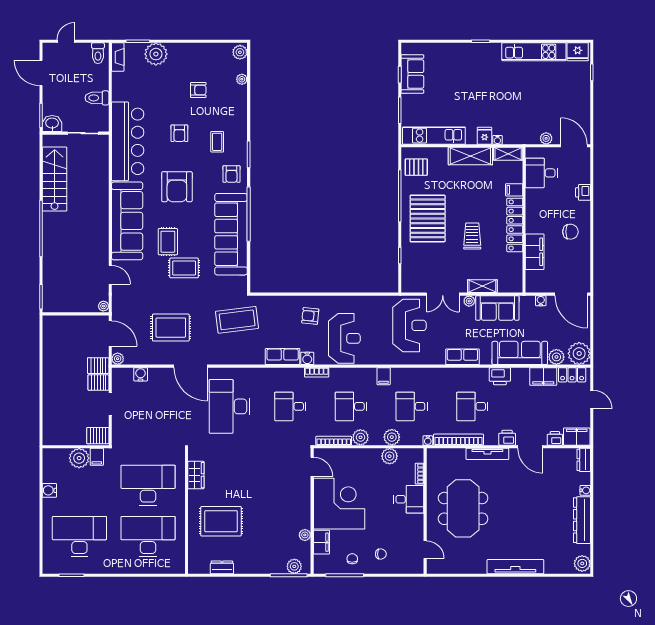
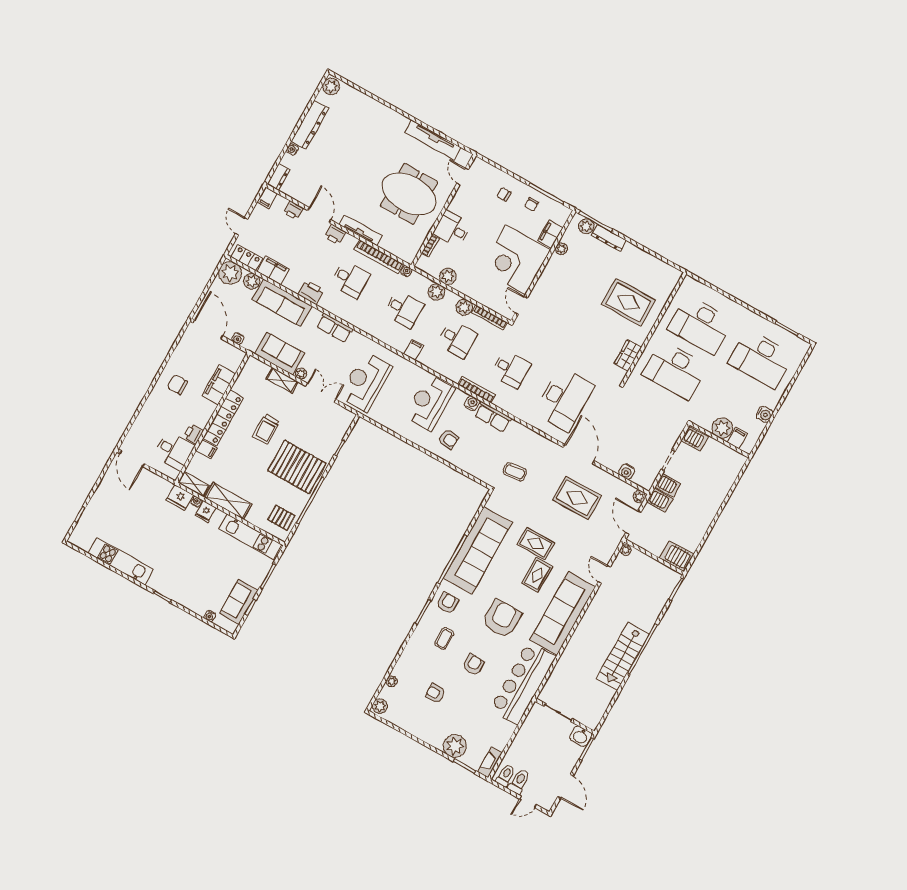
water cooler: (431, 48) -> (210, 616), added
fridge: (578, 52) -> (180, 498), moved, turned 180
toilet: (97, 98) -> (519, 782), moved, turned -90
plant: (546, 138) -> (153, 479), removed
stairs: (55, 179) -> (623, 656), moved
printer: (583, 192) -> (194, 434), moved, turned 180
pallet: (428, 218) -> (297, 467), turned 90
coffee table: (237, 320) -> (515, 472), width x0.54, depth x0.58
server rack: (57, 325) -> (677, 556), added
bookcase: (317, 372) -> (477, 389), width x1.56
filing cabinet: (577, 437) -> (267, 198), width x0.50
filing cabinet: (97, 457) -> (737, 438), moved
meeting table: (463, 508) -> (409, 194), turned 90
dresser: (222, 567) -> (609, 238), moved, width x1.44
tv unit: (515, 567) -> (433, 140), moved

